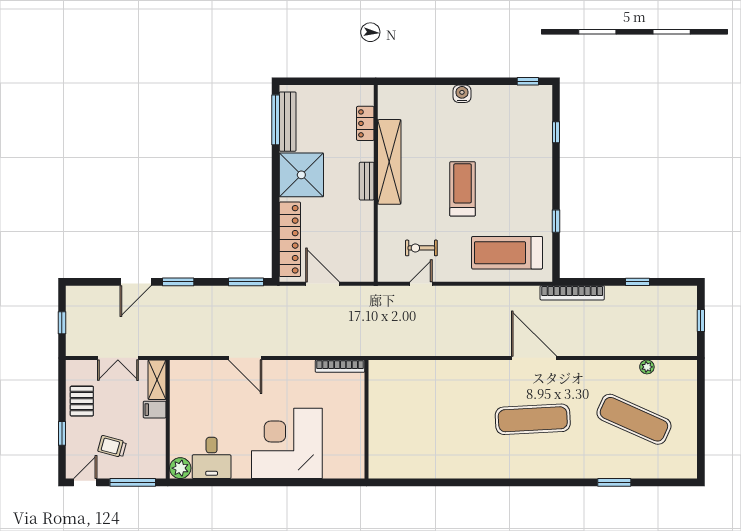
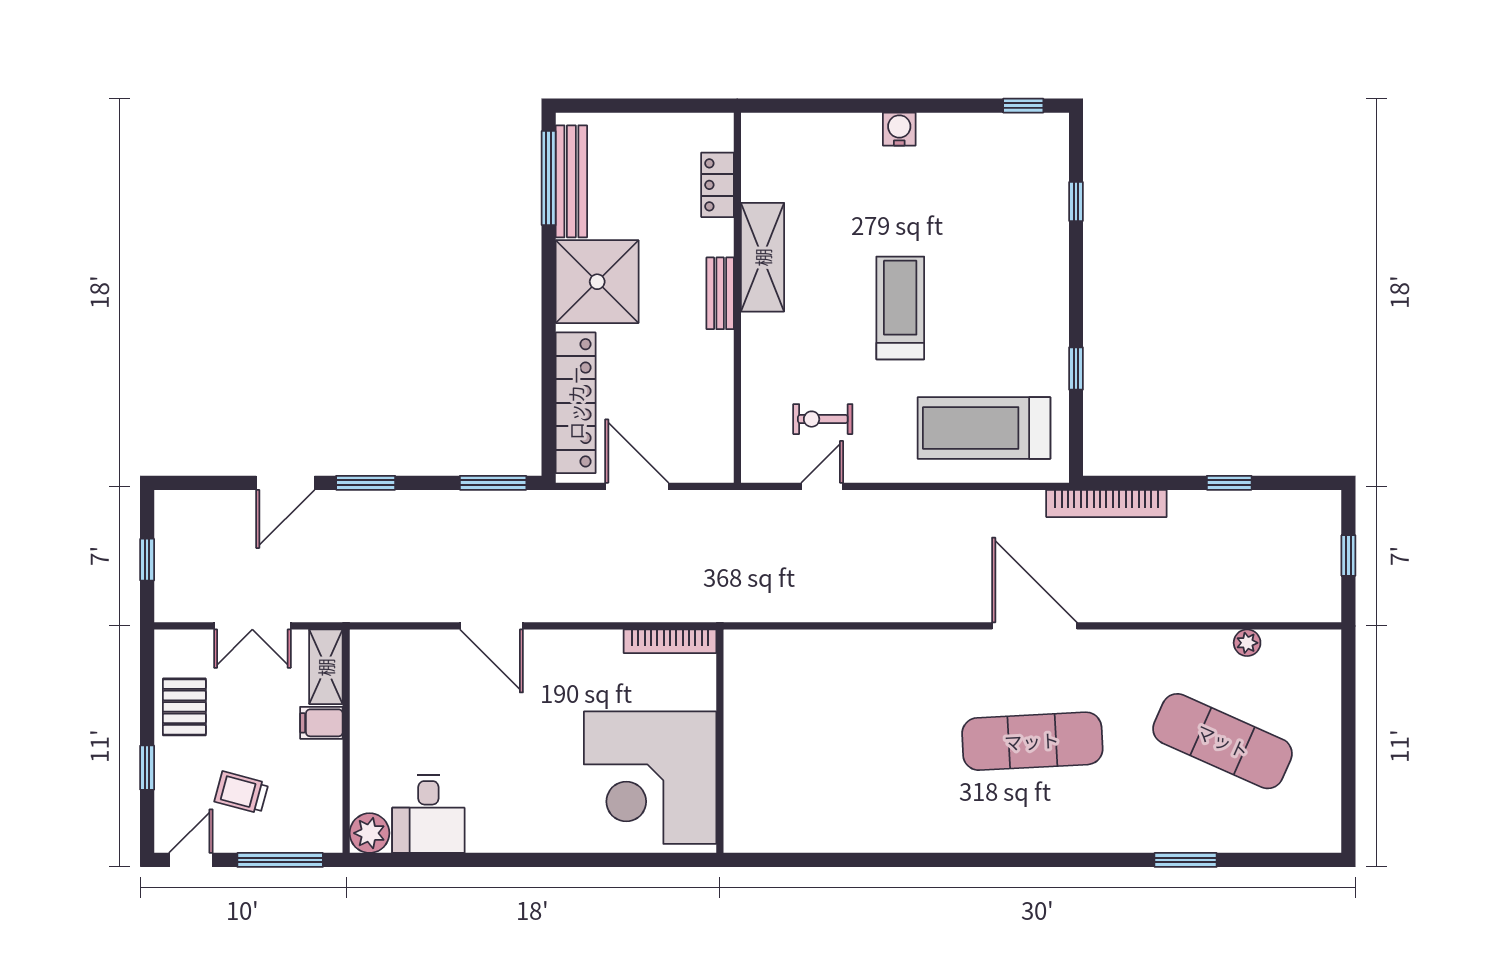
shelving: (389, 162) -> (763, 257), width x0.68
corner desk: (287, 443) -> (650, 778), moved, turned -90

